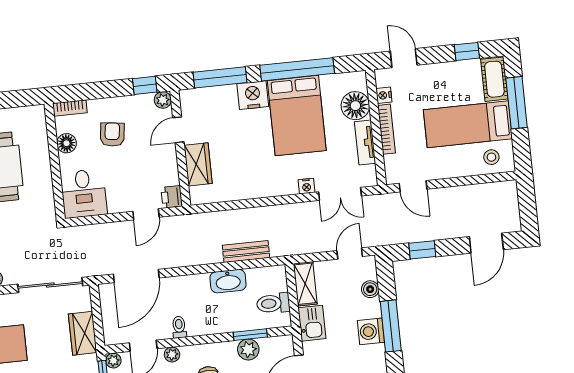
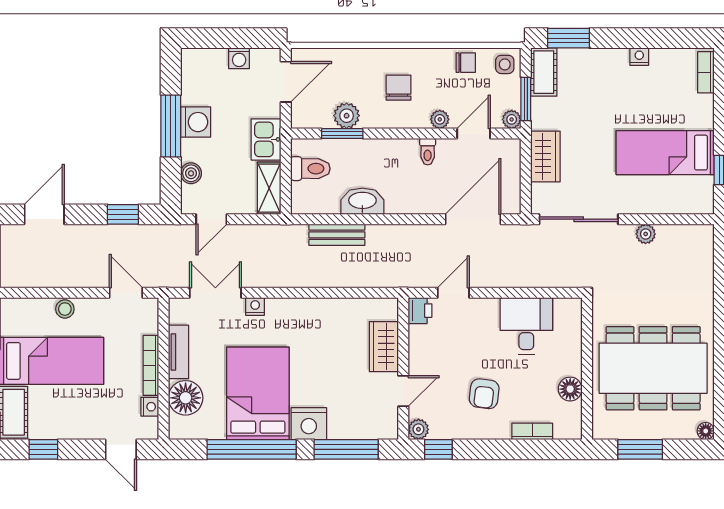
floor lamp: (67, 143) -> (570, 389), moved
stool: (491, 157) -> (65, 309), moved
wall: (55, 161) -> (587, 369), moved

